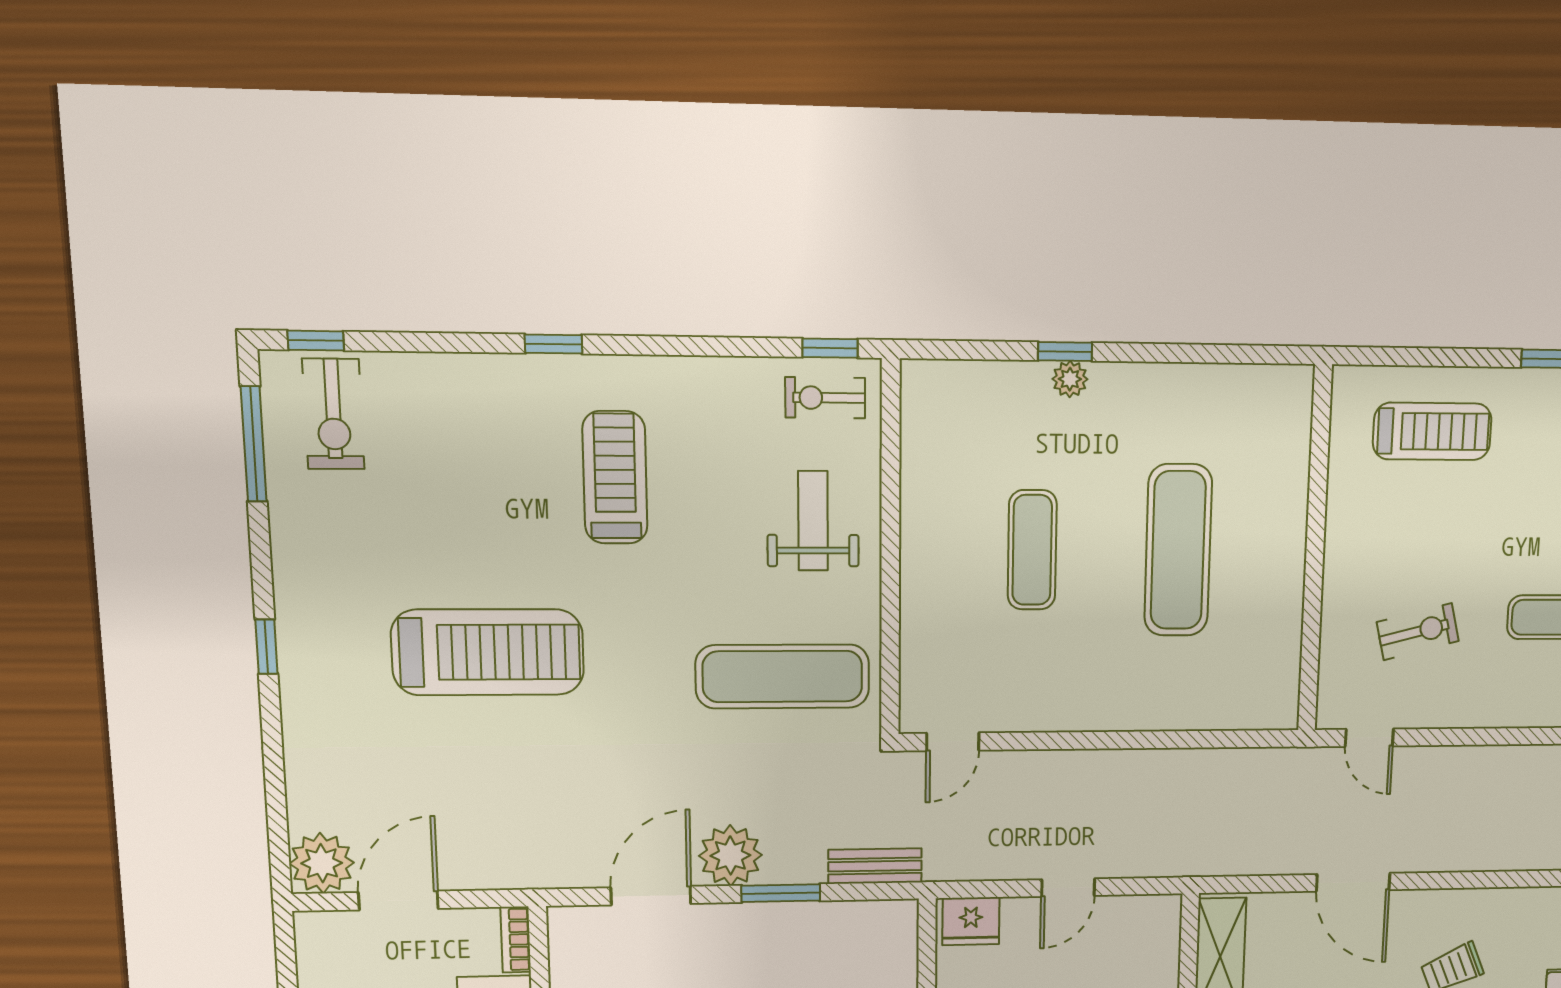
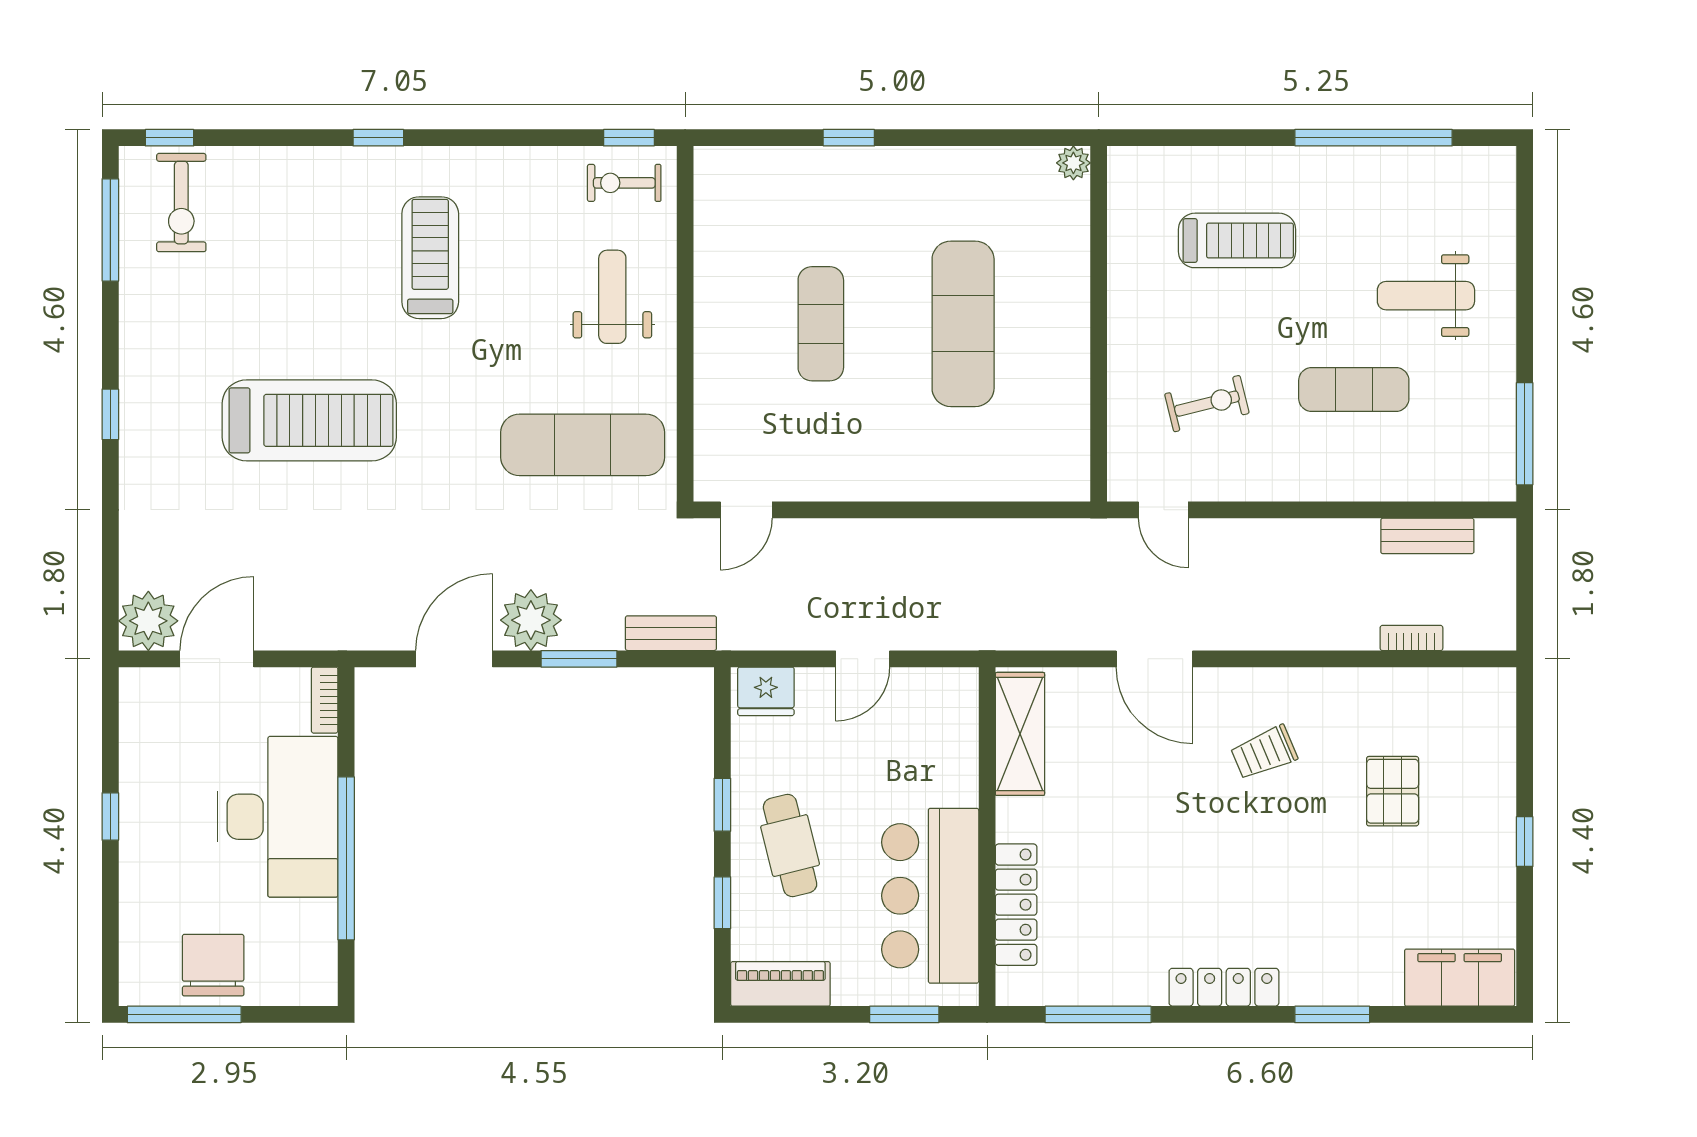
plant: (1070, 379) -> (1073, 163), moved
treadmill: (1432, 431) -> (1237, 240), moved

